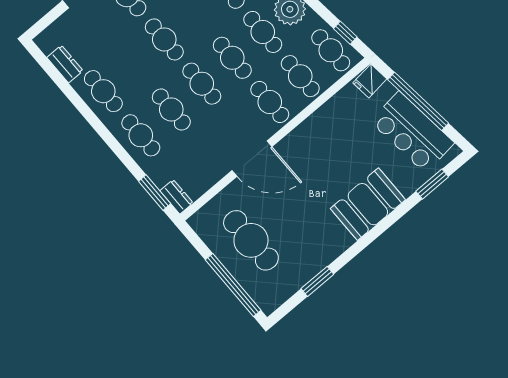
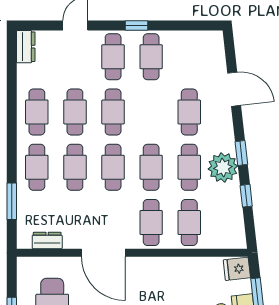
window: (345, 33) -> (246, 196), moved
cafe table: (331, 50) -> (75, 112), moved
dresser: (65, 64) -> (26, 47), moved
window: (155, 192) -> (12, 201), moved
dresser: (176, 197) -> (47, 240), moved, turned -90

